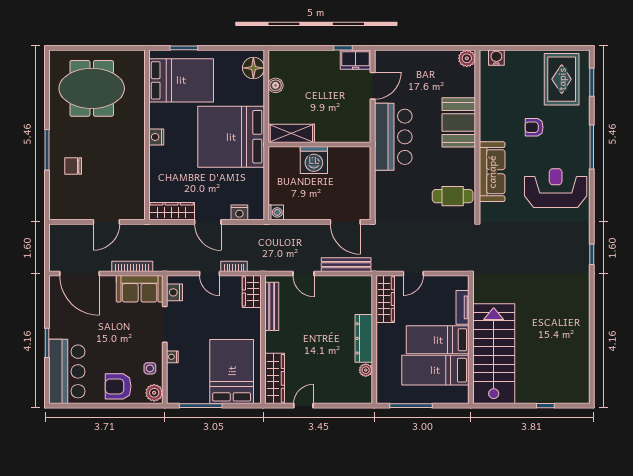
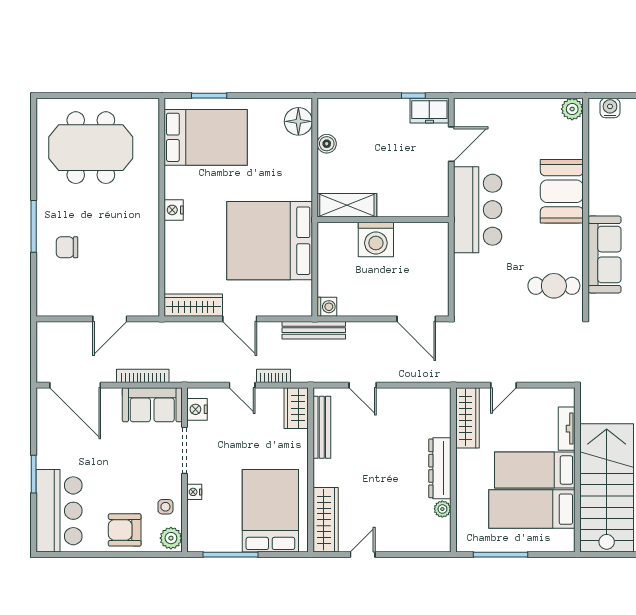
bed: (231, 137) -> (270, 241), moved
nightstand: (239, 212) -> (280, 307), removed
bench: (346, 265) -> (314, 330), moved

